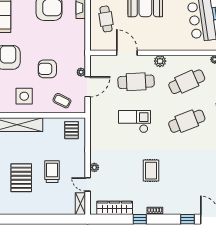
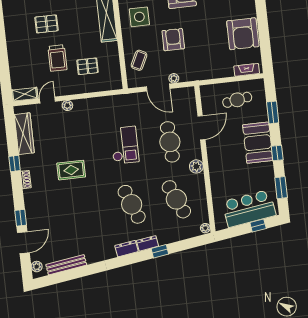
pallet: (71, 130) -> (88, 66), moved
trolley: (52, 172) -> (57, 58), turned 90
pallet: (21, 178) -> (46, 24), width x0.67, depth x0.71

